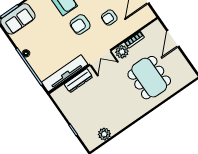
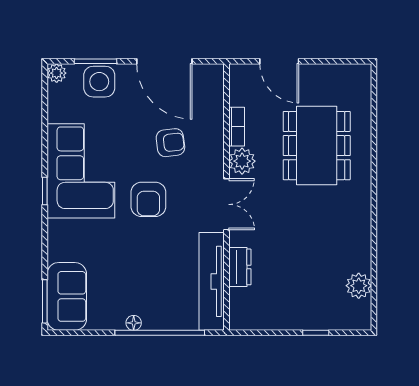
armchair: (109, 18) -> (170, 143), turned -97
dining table: (149, 78) -> (317, 146), turned 90
dresser: (78, 81) -> (240, 267), width x0.70

